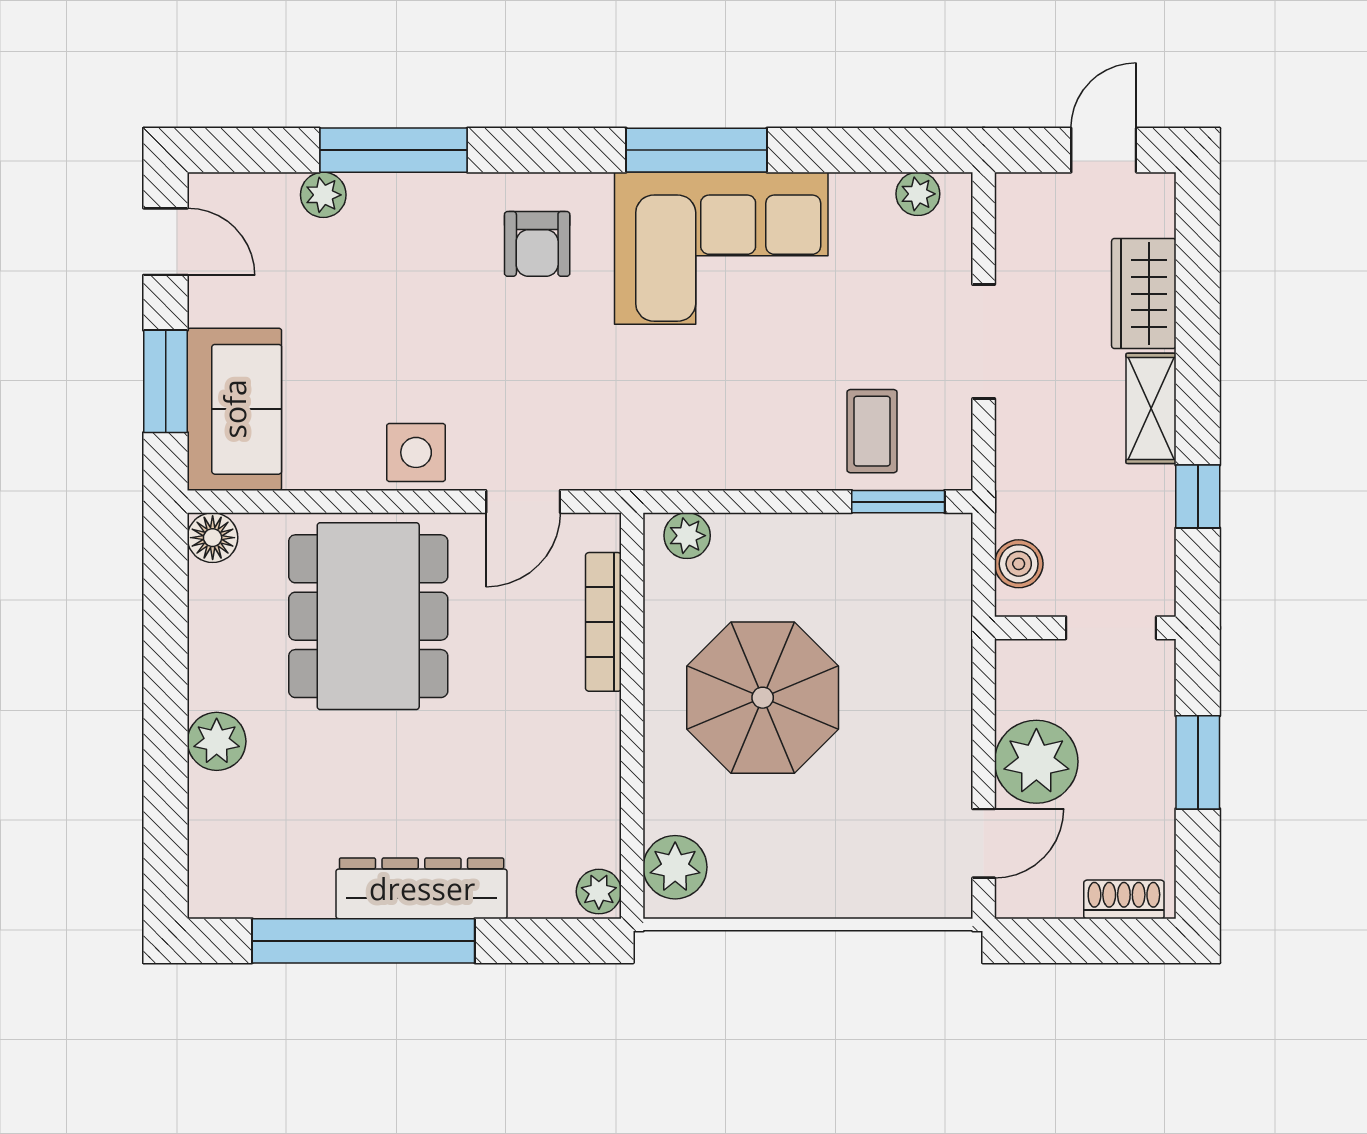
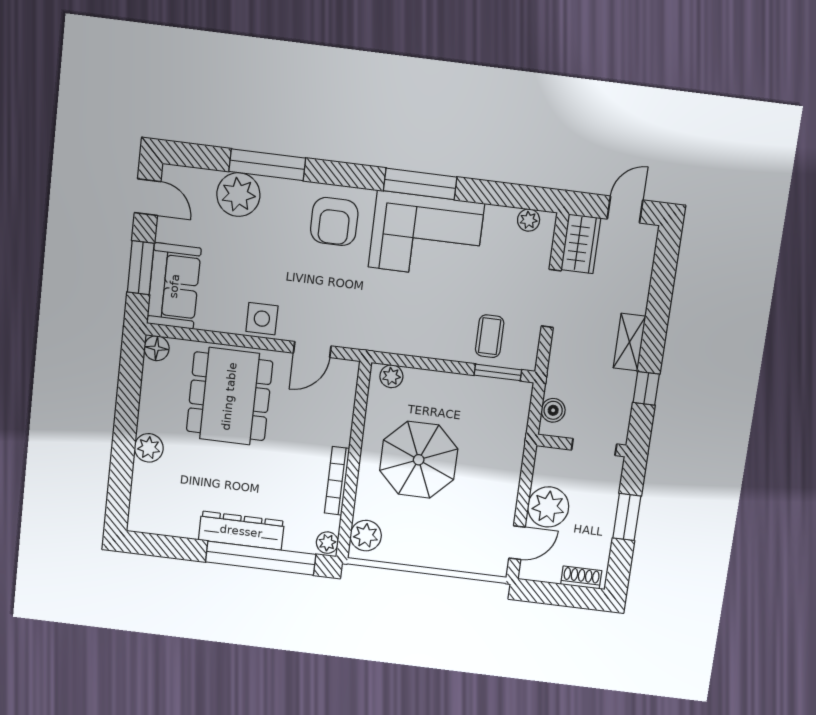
plant: (323, 195) -> (238, 195), width x1.88, depth x1.88
armchair: (537, 244) -> (334, 222), width x1.38, depth x1.38
wardrobe: (1144, 294) -> (581, 244), moved, turned 180
bookcase: (603, 622) -> (337, 481), moved
window: (363, 941) -> (261, 558), moved

